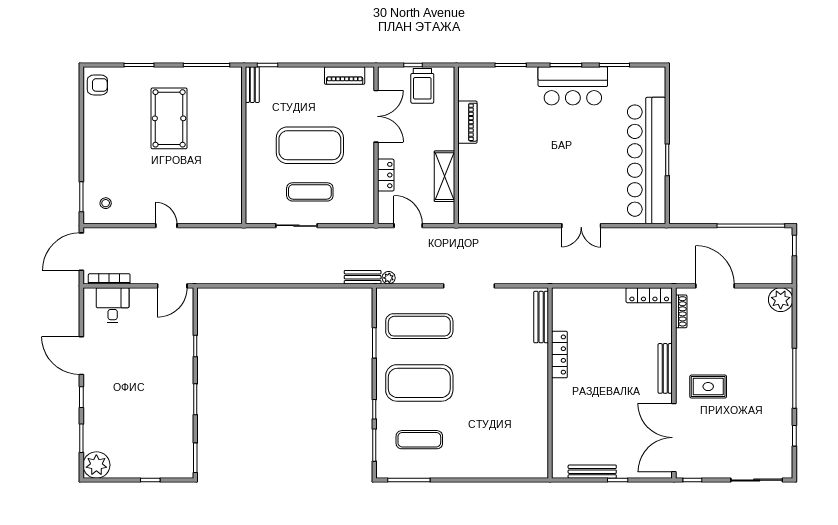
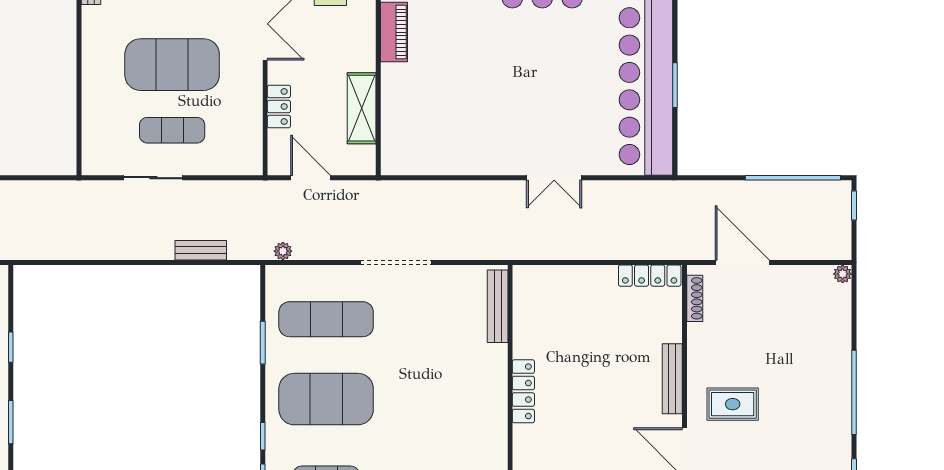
bench: (363, 277) -> (201, 250), moved
plant: (781, 300) -> (843, 274), width x0.53, depth x0.53
locker: (559, 355) -> (523, 391), moved

